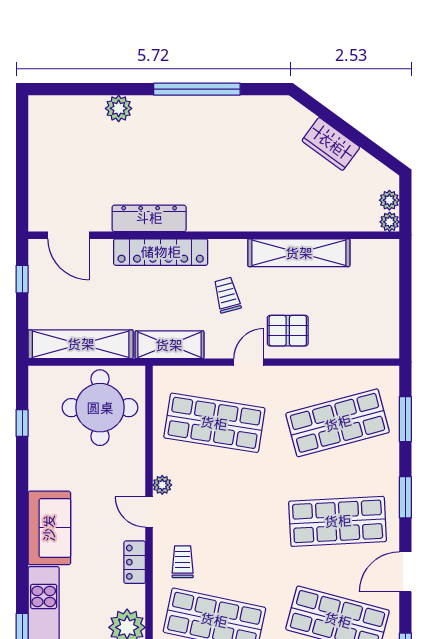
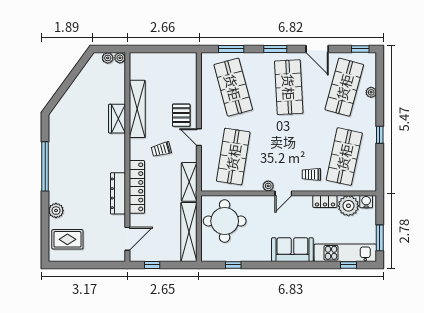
rug: (67, 129) -> (67, 239), added
wardrobe: (331, 144) -> (117, 119), moved, turned 144
locker: (135, 562) -> (325, 201), moved

